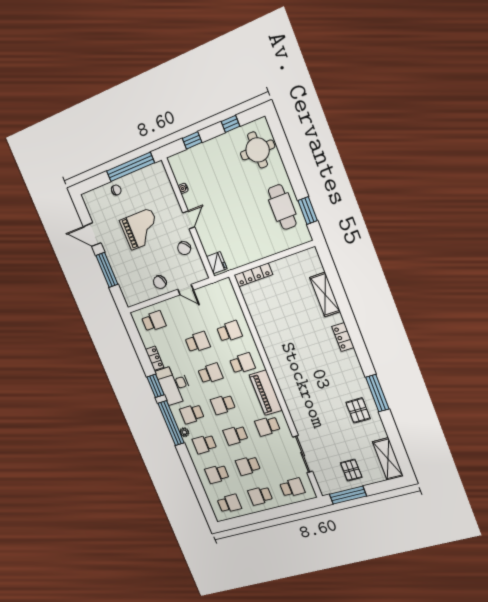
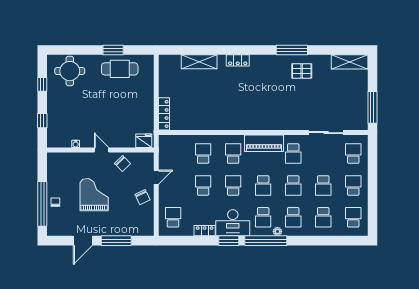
window: (130, 167) -> (42, 204), moved
window: (308, 211) -> (113, 50), moved
pallet: (351, 470) -> (351, 96), removed
school desk: (260, 496) -> (353, 185), turned 180

